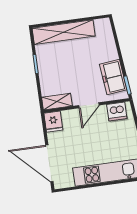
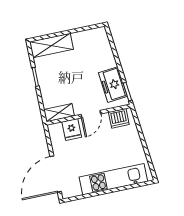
shelving: (64, 32) -> (51, 45), width x0.68
fridge: (53, 122) -> (72, 129), moved
door: (49, 163) -> (56, 174), hinge flipped

